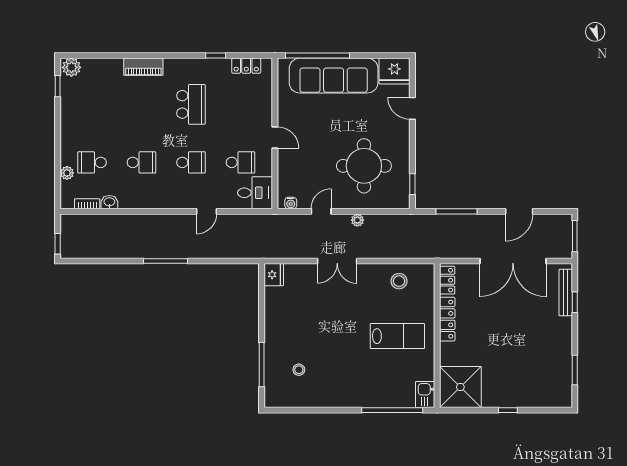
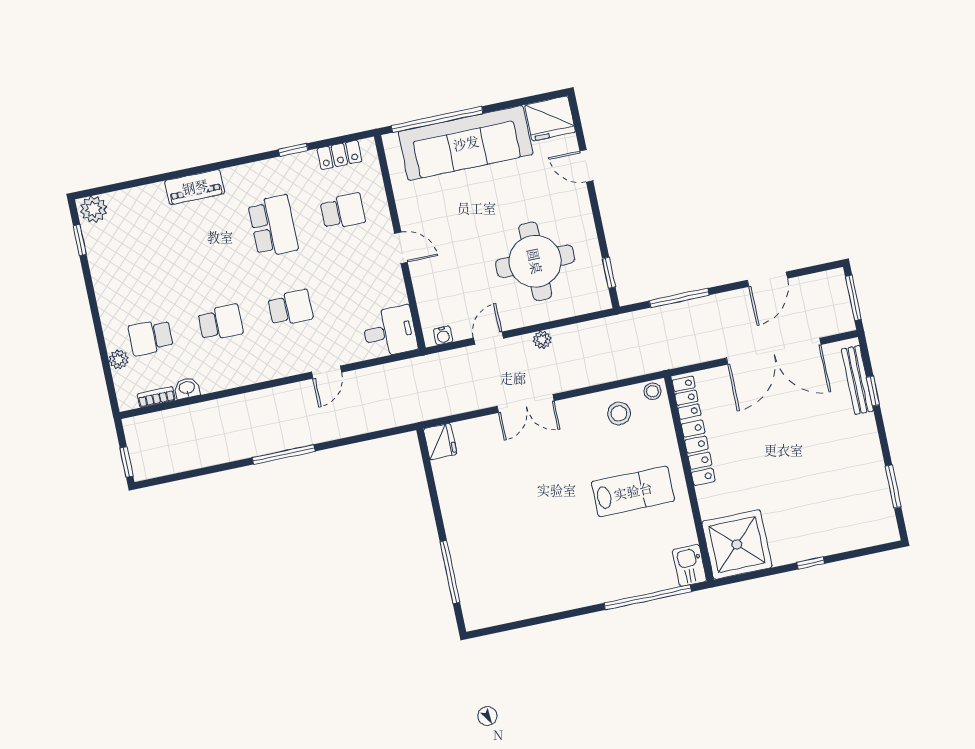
school desk: (240, 162) -> (343, 211), moved
stool: (299, 370) -> (652, 391), moved

